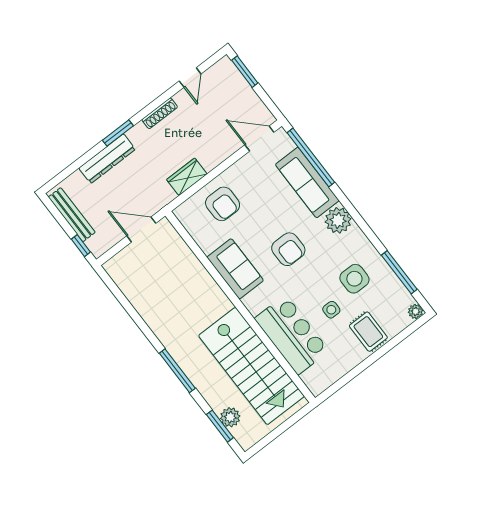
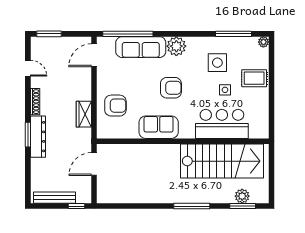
dresser: (107, 159) -> (38, 137), moved

